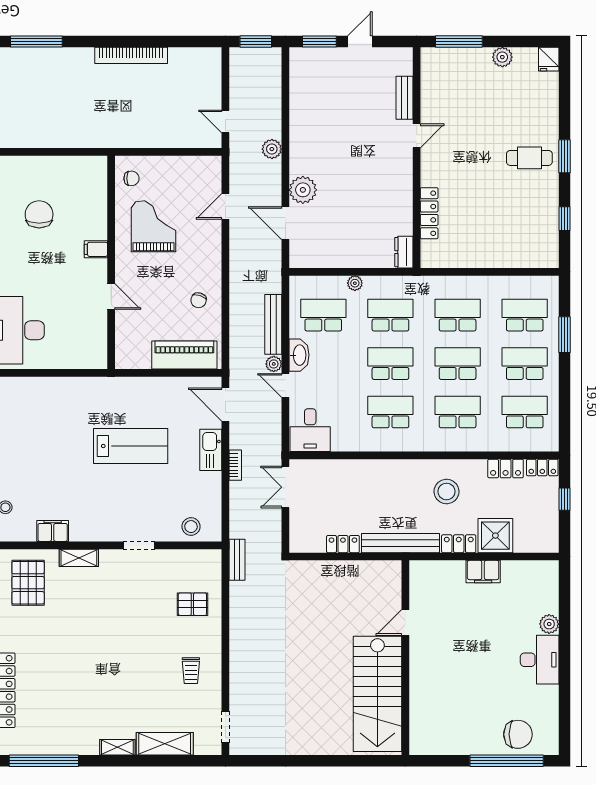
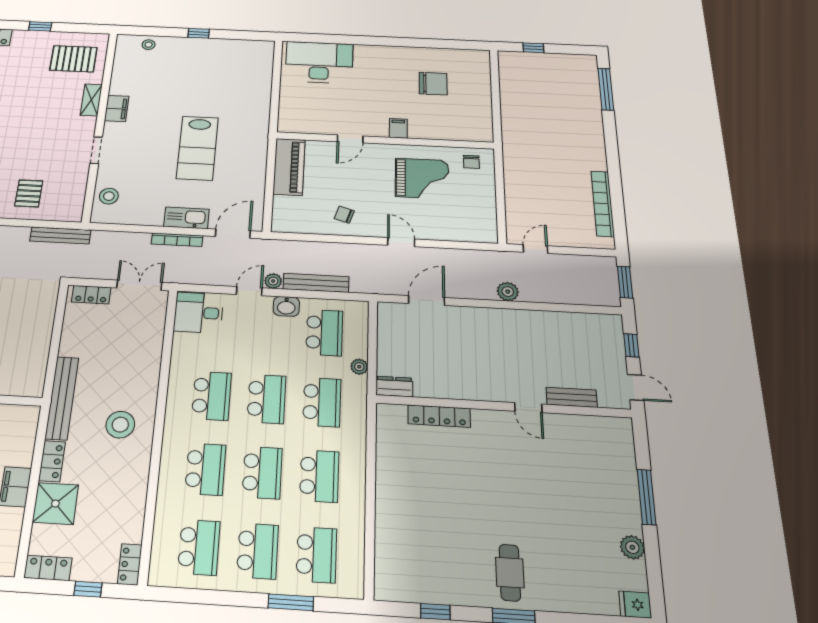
window: (319, 41) -> (631, 345), width x0.67
bookcase: (131, 55) -> (603, 204), moved
bench: (404, 98) -> (572, 397), moved
door: (417, 136) -> (528, 408), moved
wall: (417, 158) -> (503, 406), moved
plant: (303, 190) -> (464, 320), removed
door: (225, 206) -> (401, 242), moved
locker: (429, 213) -> (439, 416), moved
dresser: (404, 252) -> (394, 387), moved
piano: (184, 355) -> (289, 167), moved
washbasin: (299, 355) -> (286, 306), width x0.72
bookcase: (235, 465) -> (177, 240), width x1.56
locker: (506, 469) -> (48, 568), moved, turned 90
stool: (447, 491) -> (120, 425), moved
filing cabinet: (53, 531) -> (117, 109), moved
locker: (343, 544) -> (91, 295), moved, turned 90
bench: (237, 560) -> (60, 235), width x1.36

